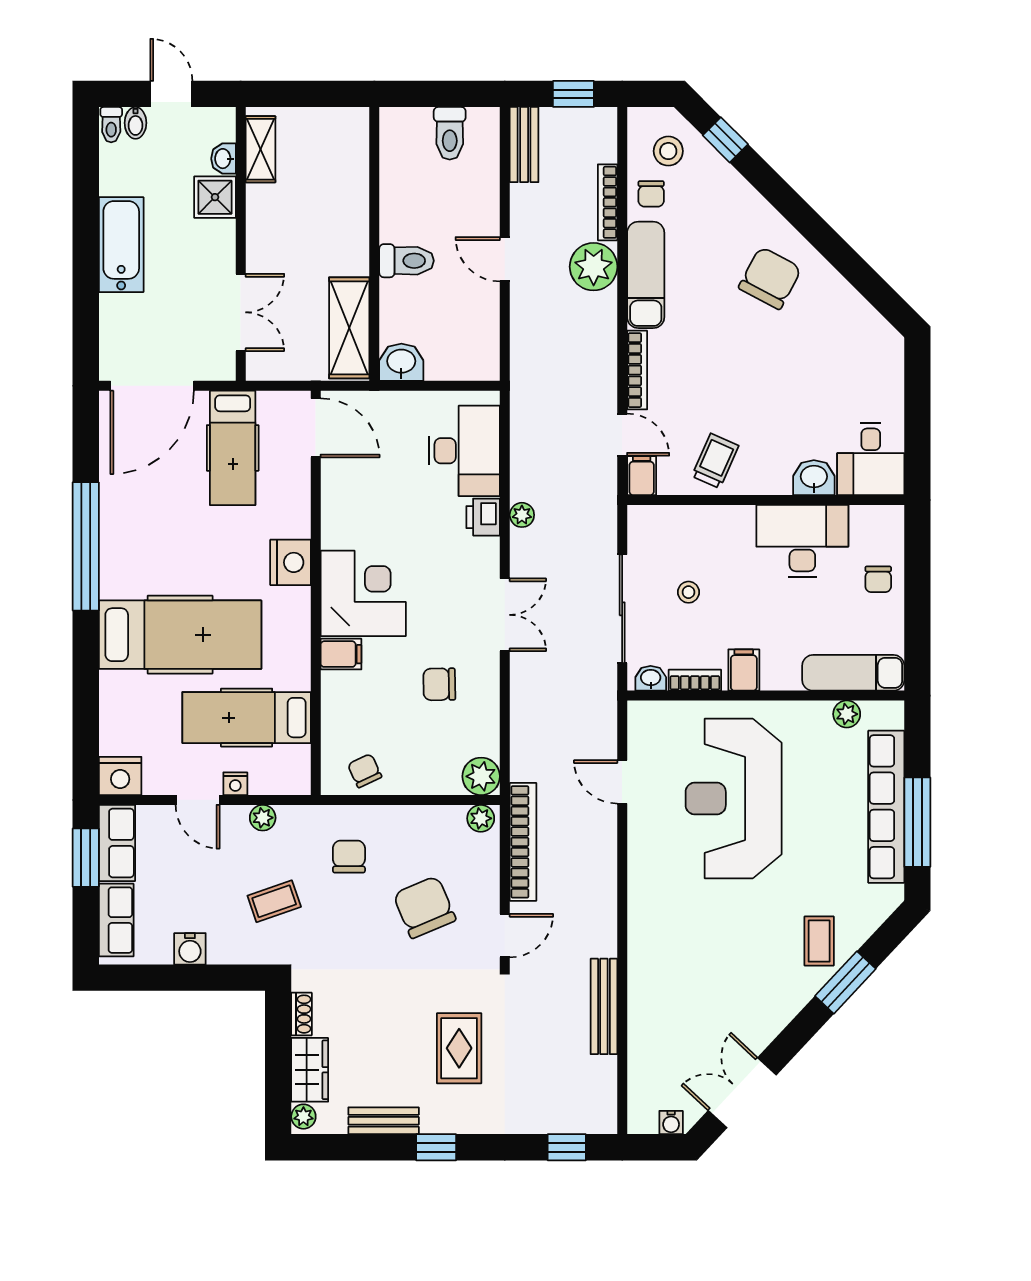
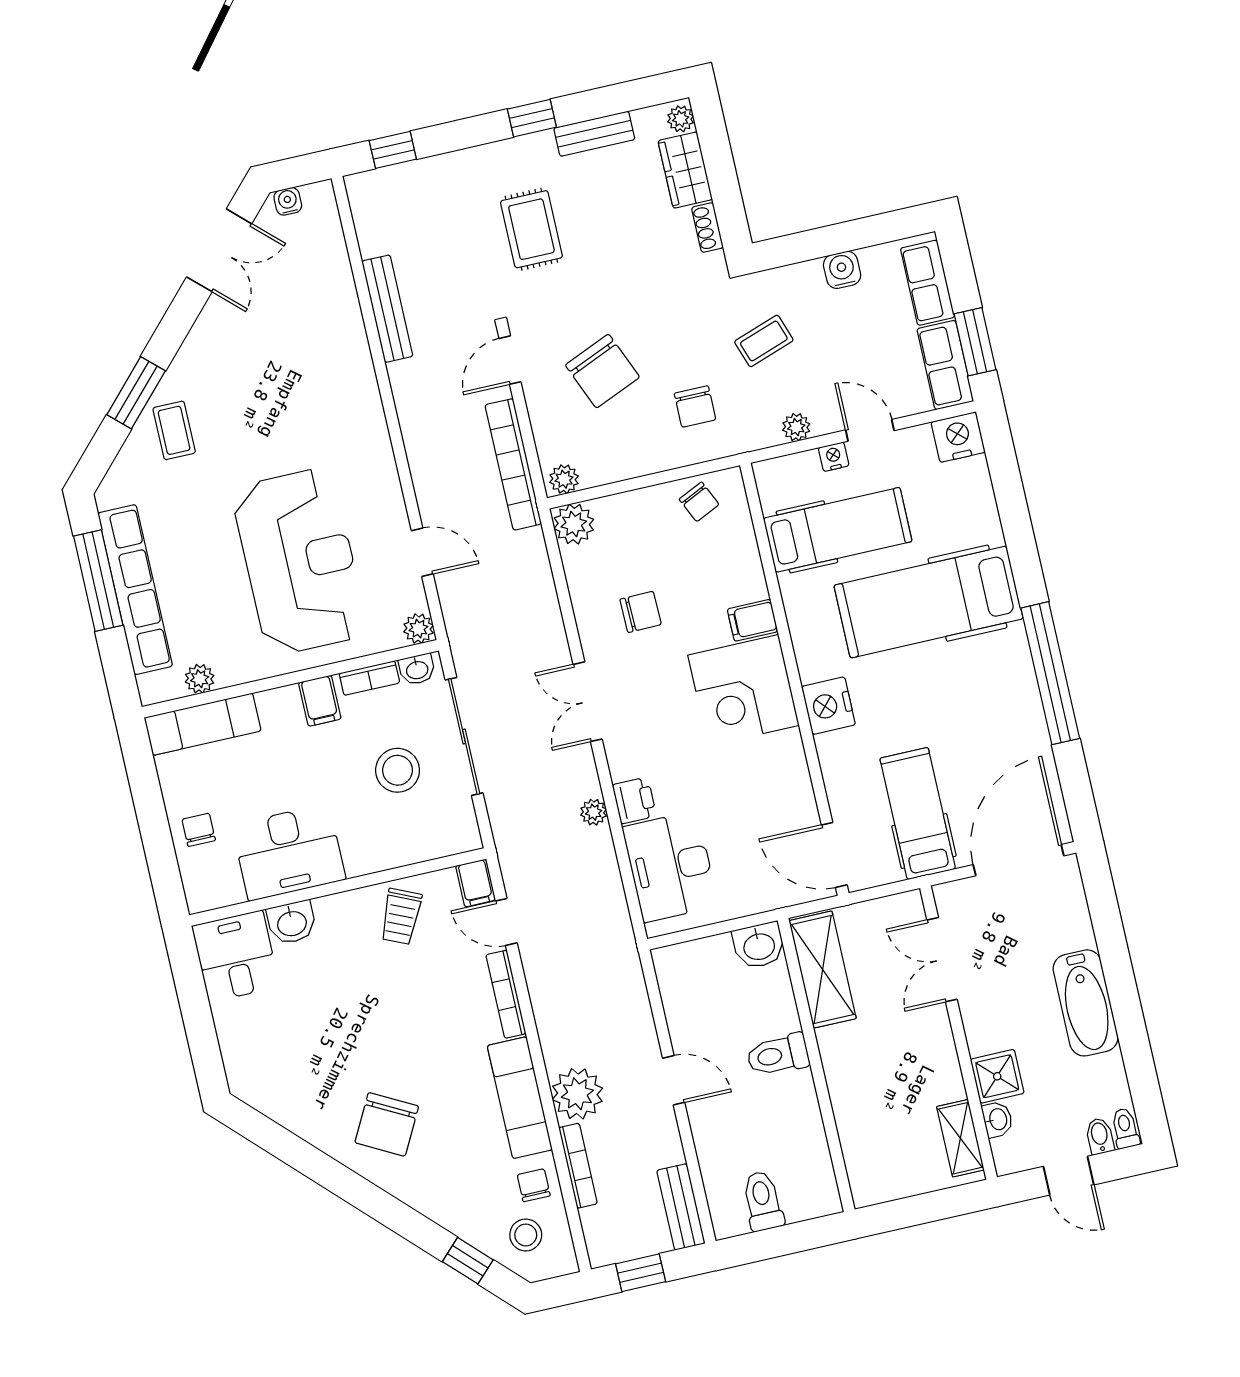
stool: (688, 592) -> (398, 770), width x1.89, depth x1.89
plant: (641, 714) -> (418, 629), added

